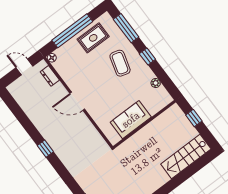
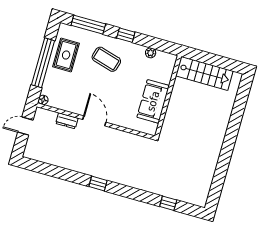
dresser: (50, 76) -> (67, 121), moved
door: (77, 101) -> (94, 121), swing flipped
window: (194, 118) -> (207, 58), removed
stairs: (186, 157) -> (204, 73), moved, turned -90

